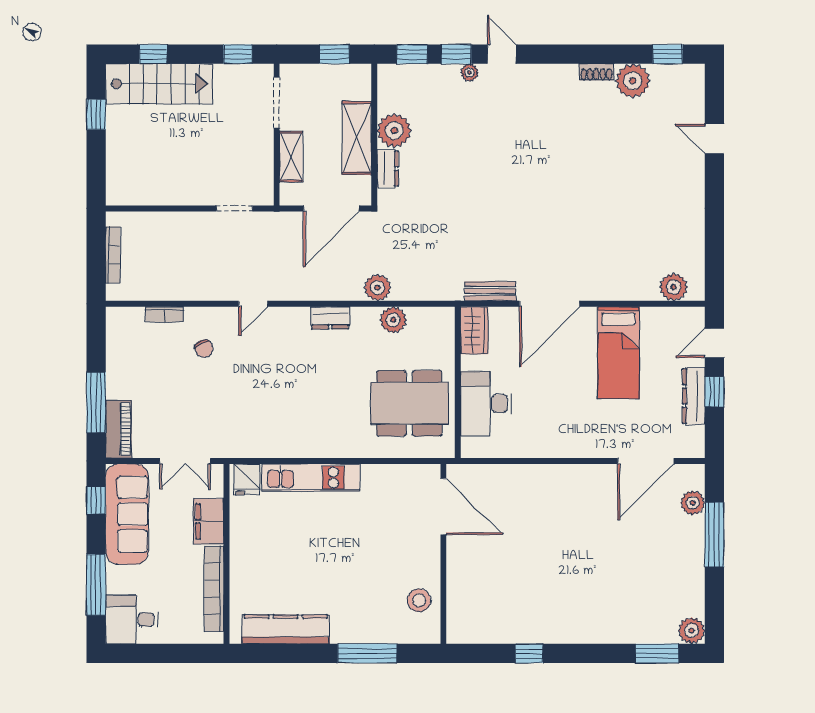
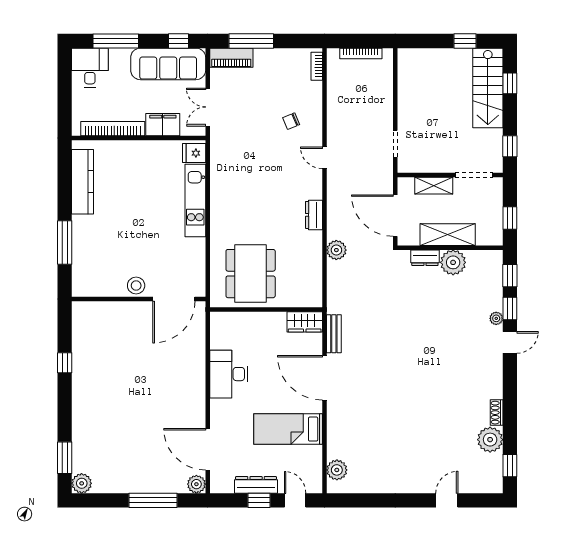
bookcase: (164, 314) -> (317, 66), moved
plant: (393, 320) -> (312, 262), removed
desk: (486, 403) -> (229, 374), moved, turned -90
plant: (693, 503) -> (196, 484), moved
stool: (419, 600) -> (136, 286), moved

